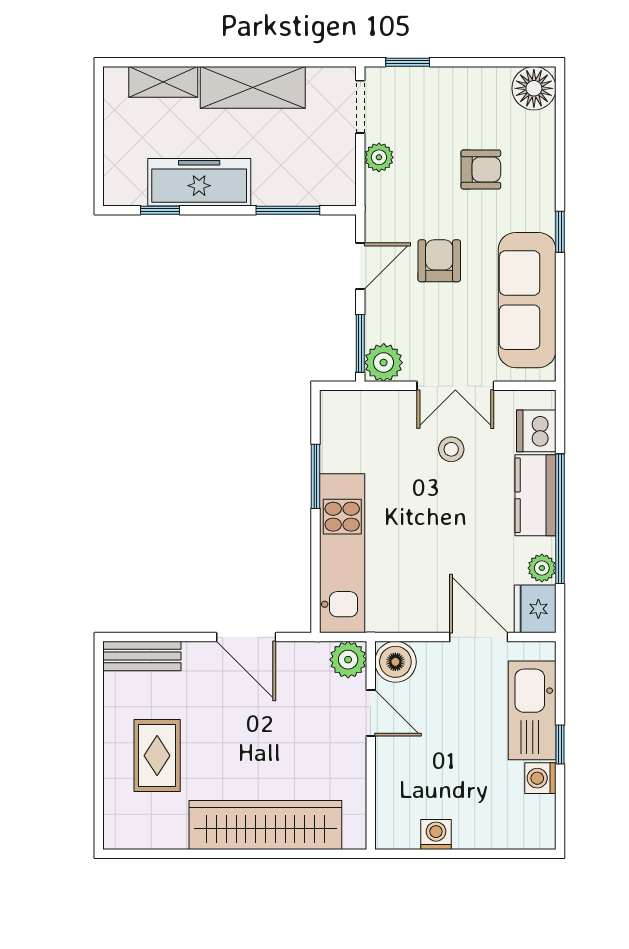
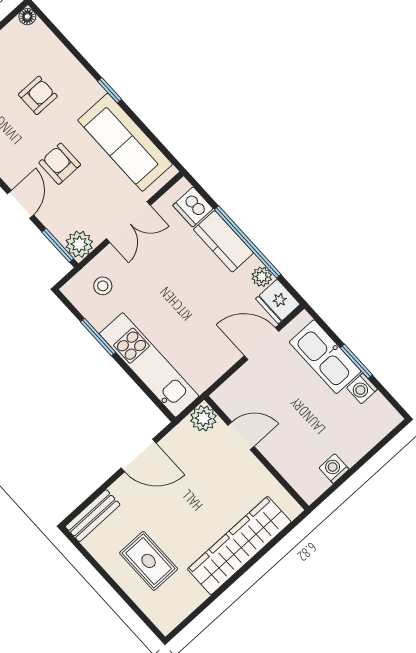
floor lamp: (534, 88) -> (27, 17), width x0.53, depth x0.53
stool: (451, 449) -> (103, 286), moved
boiler: (395, 662) -> (229, 397), removed
window: (560, 745) -> (356, 361), width x1.50

